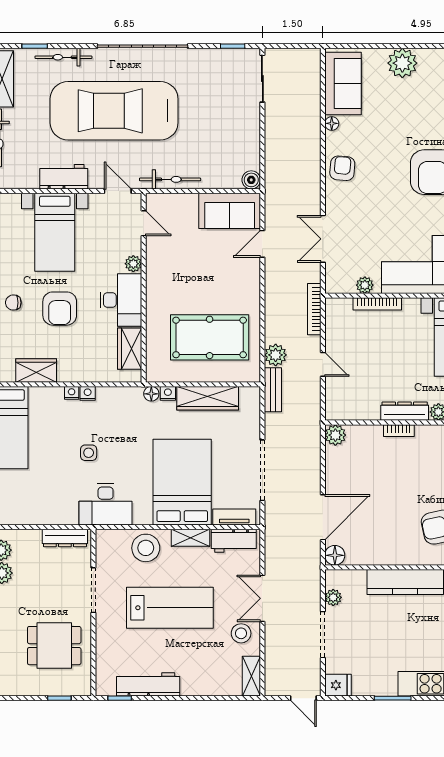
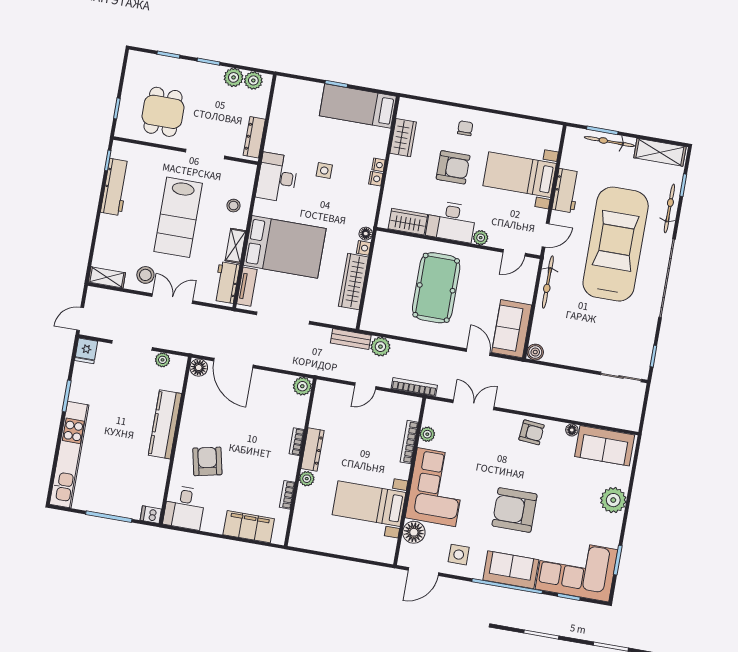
armchair: (60, 309) -> (453, 167), turned 180
pool table: (210, 337) -> (436, 288), moved
stool: (146, 548) -> (233, 206), width x0.53, depth x0.53

